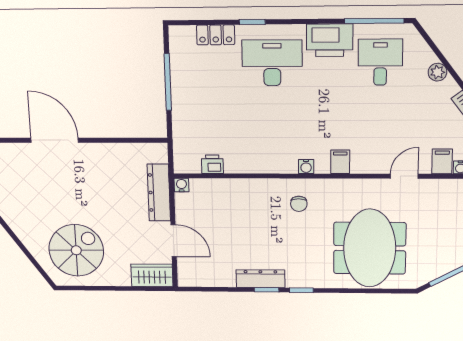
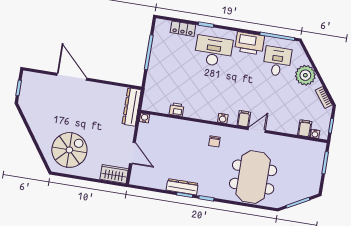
plant: (437, 72) -> (305, 75), width x1.88, depth x1.88
printer: (212, 164) -> (177, 109), moved
door: (404, 176) -> (257, 130), moved
dresser: (159, 193) -> (132, 107), moved

